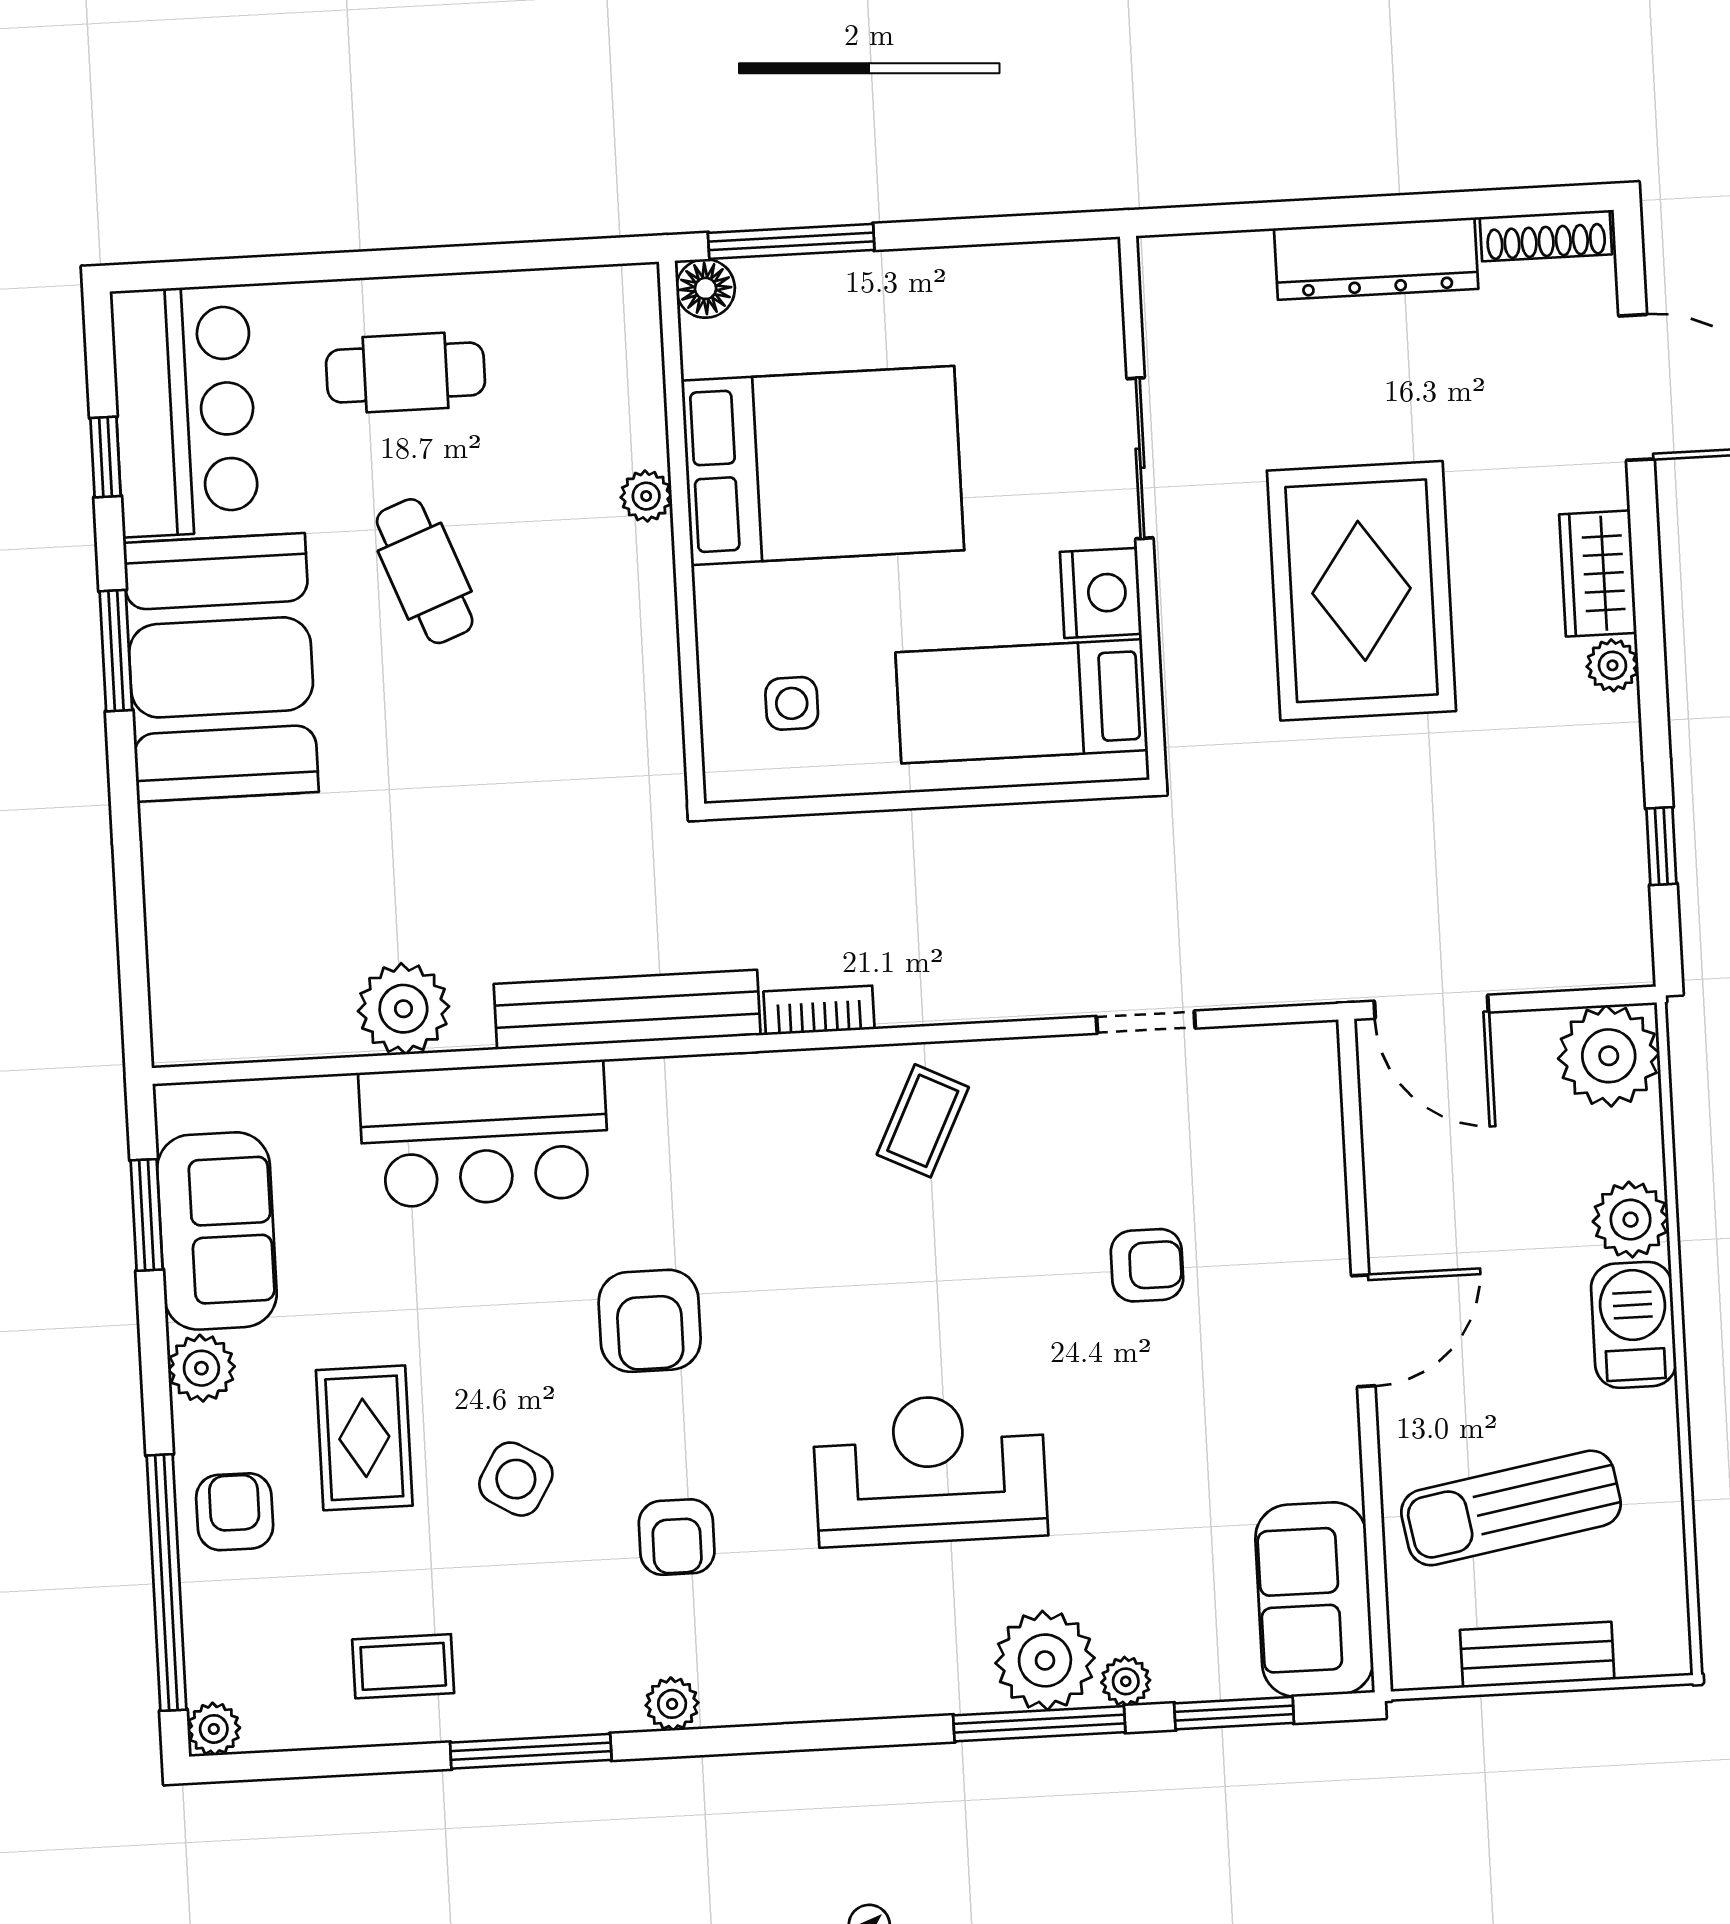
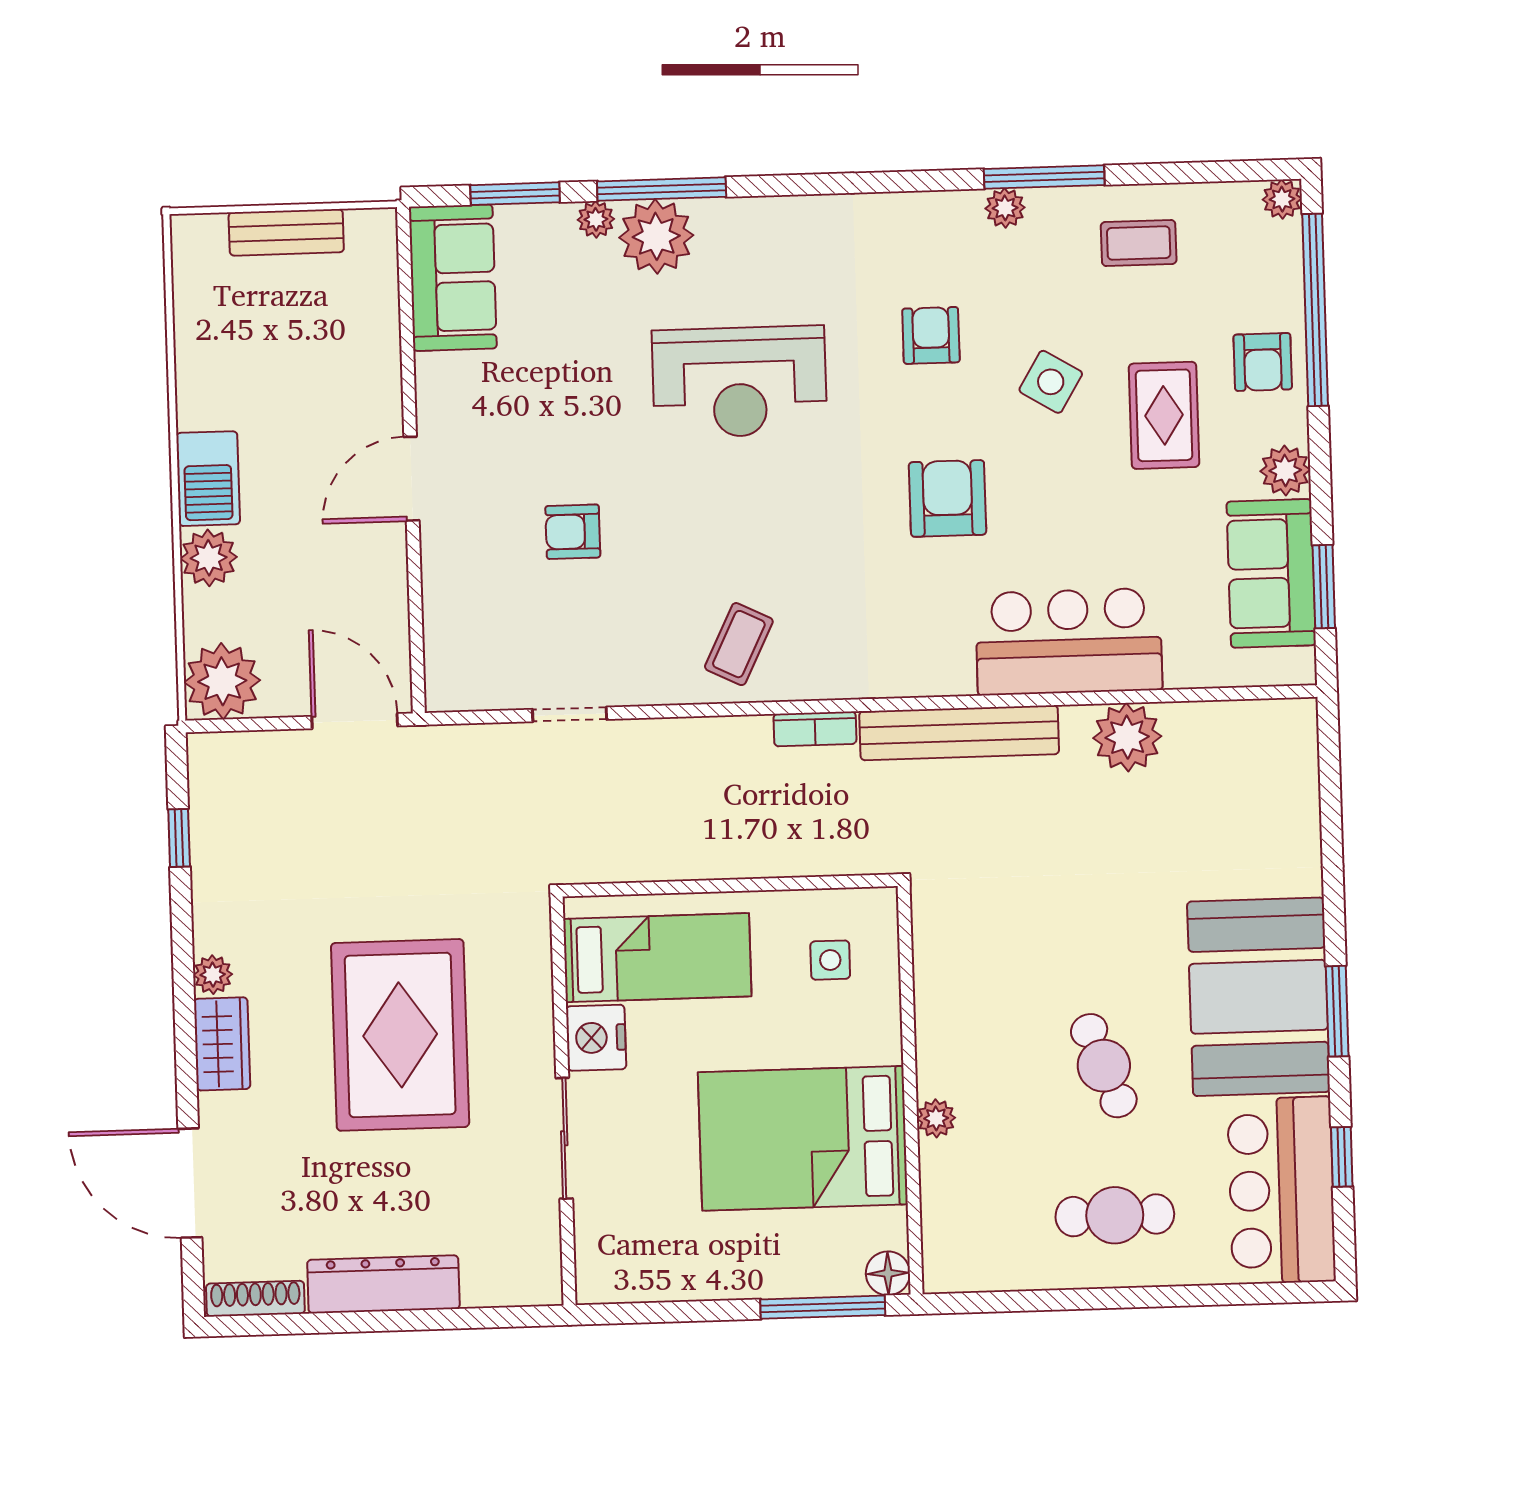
sun lounger: (1511, 1508) -> (303, 343), removed
plant: (672, 1704) -> (1005, 208), moved

